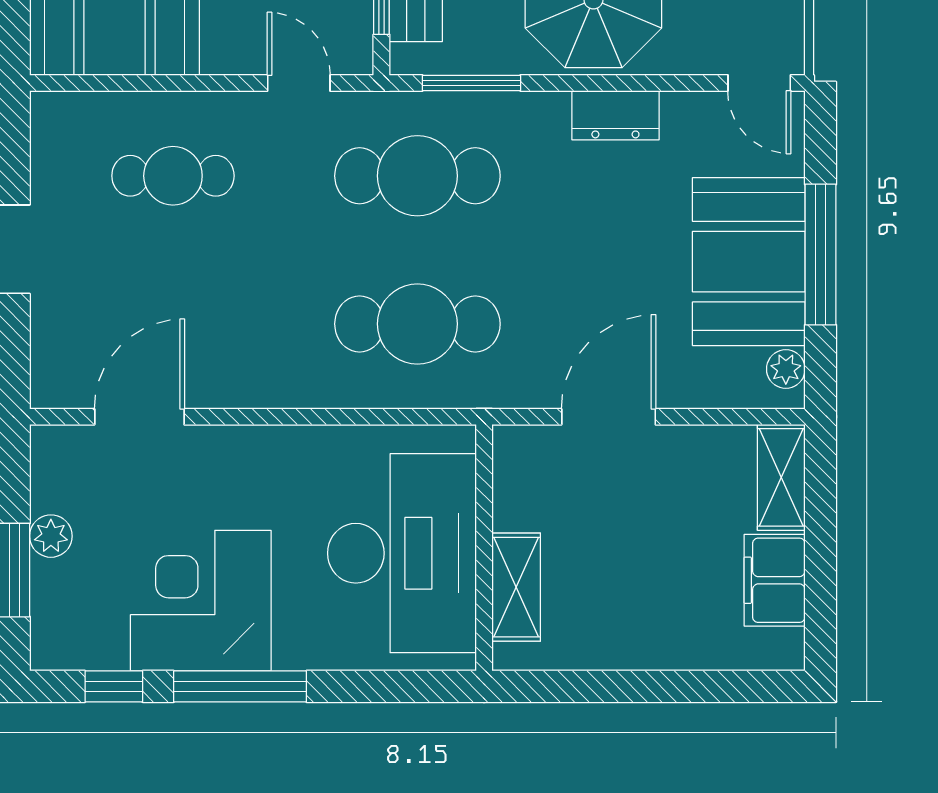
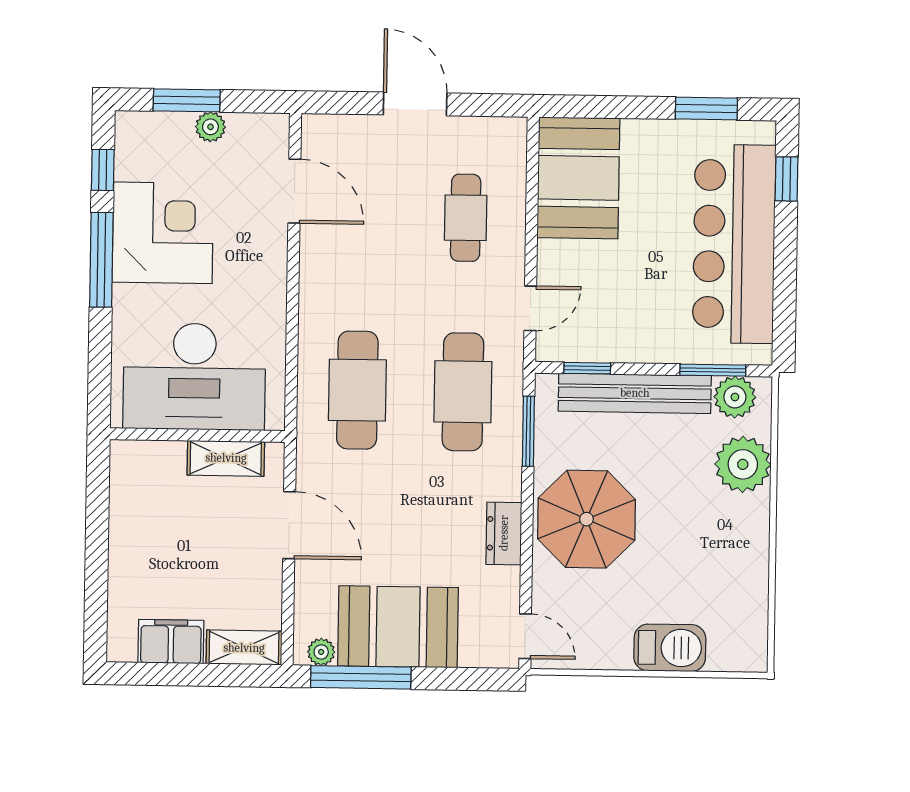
door: (759, 83) -> (525, 636), swing flipped
window: (821, 255) -> (361, 677), moved
shelving: (516, 587) -> (226, 458), moved

